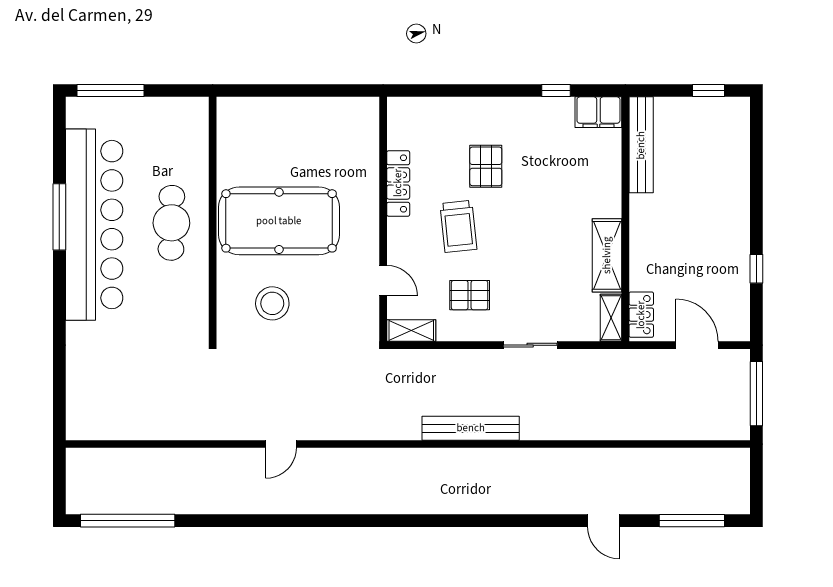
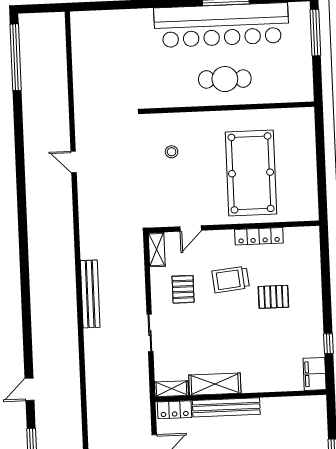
bench: (641, 145) -> (226, 407), moved
pool table: (279, 221) -> (251, 173), moved
stool: (272, 303) -> (172, 152), width x0.53, depth x0.53

